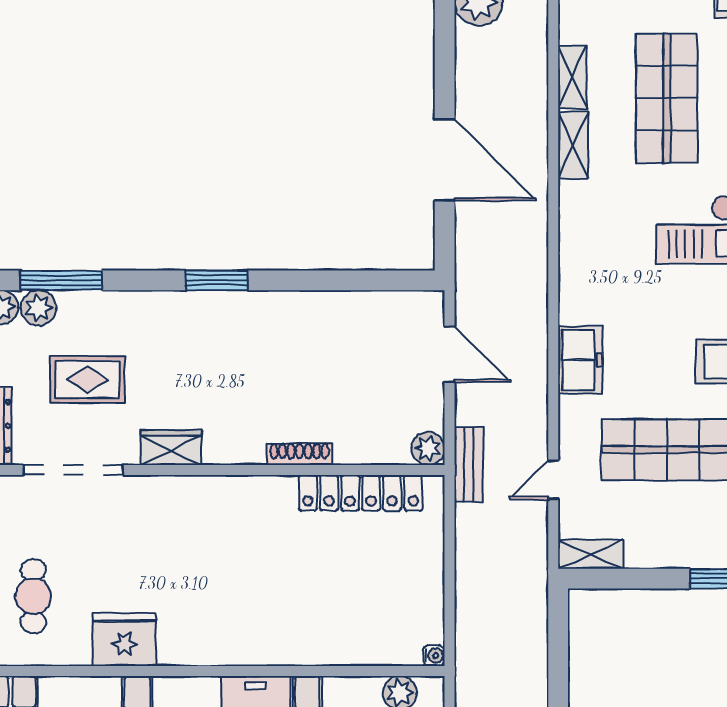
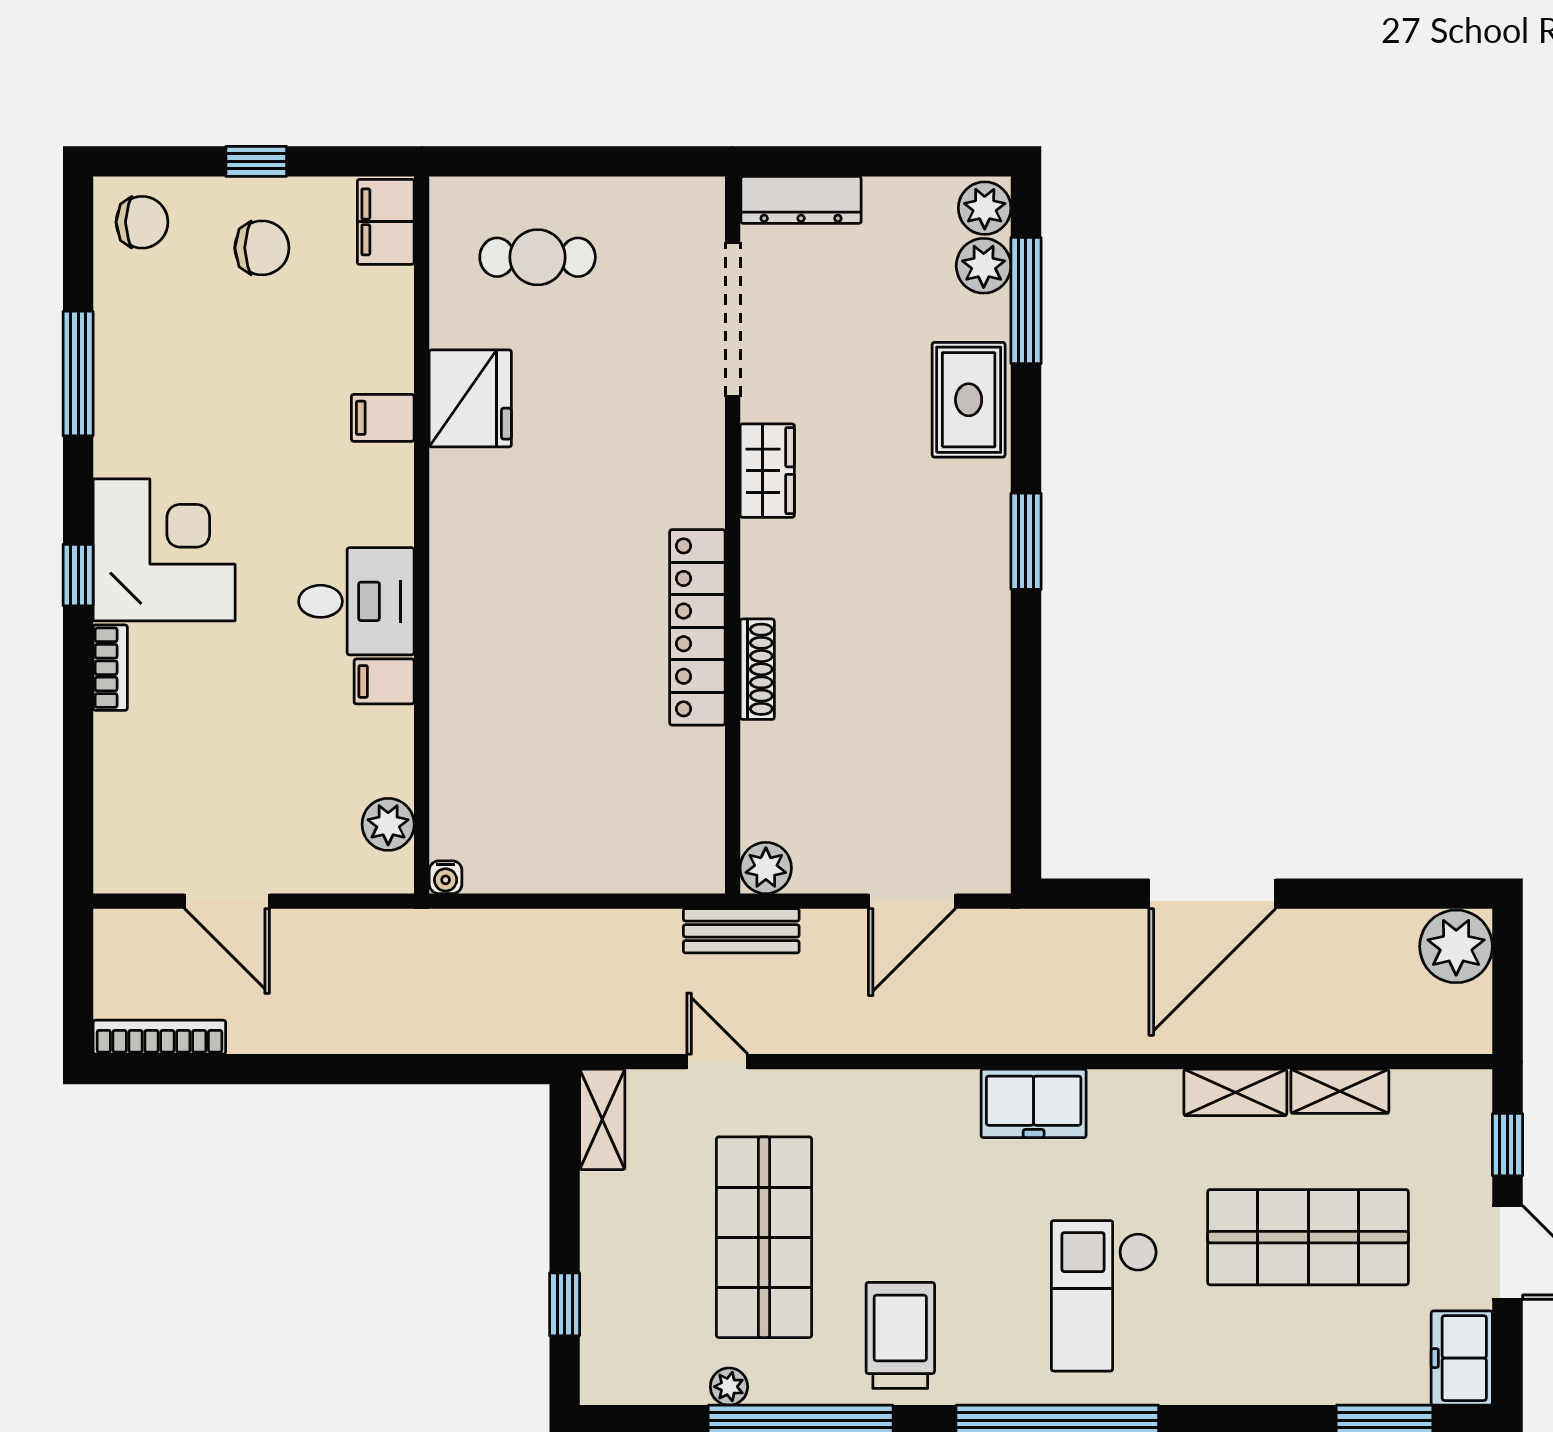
freezer: (580, 360) -> (1034, 1103), moved
rug: (88, 379) -> (969, 400), moved
locker: (361, 493) -> (697, 627), moved

